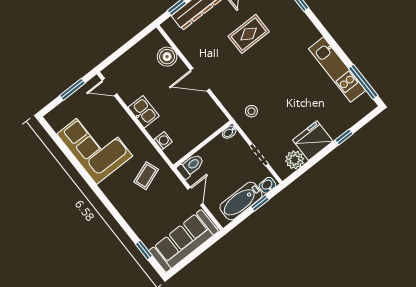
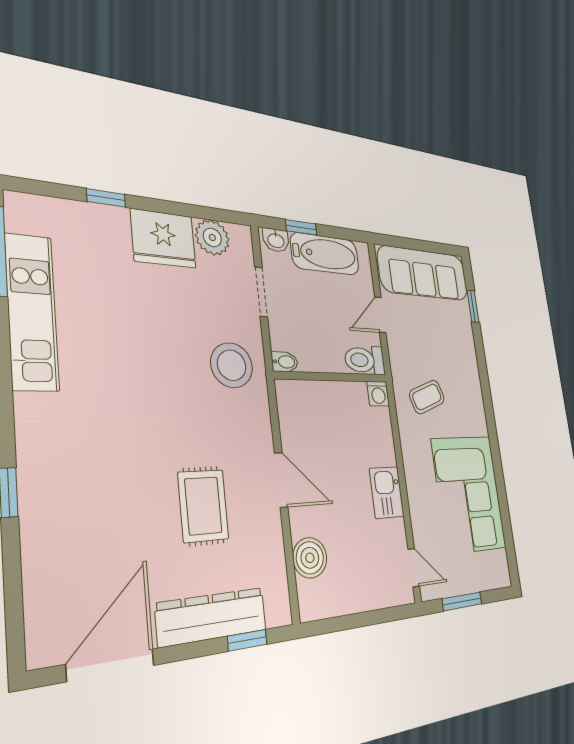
rug: (249, 34) -> (203, 506), moved, turned 90
stool: (251, 111) -> (232, 365), width x1.89, depth x1.89
washing machine: (163, 141) -> (378, 394), moved, turned -90

